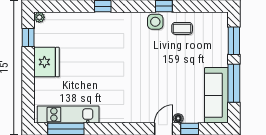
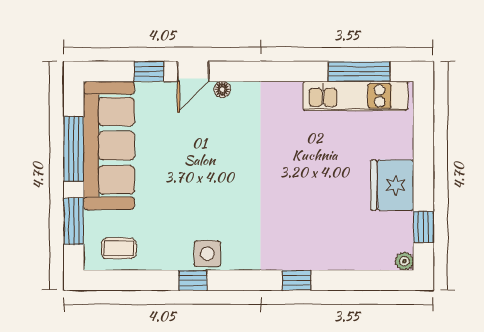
coffee table: (182, 28) -> (119, 248), moved
sofa: (216, 95) -> (109, 146), width x1.36, depth x1.27
floor lamp: (178, 118) -> (222, 89), moved

